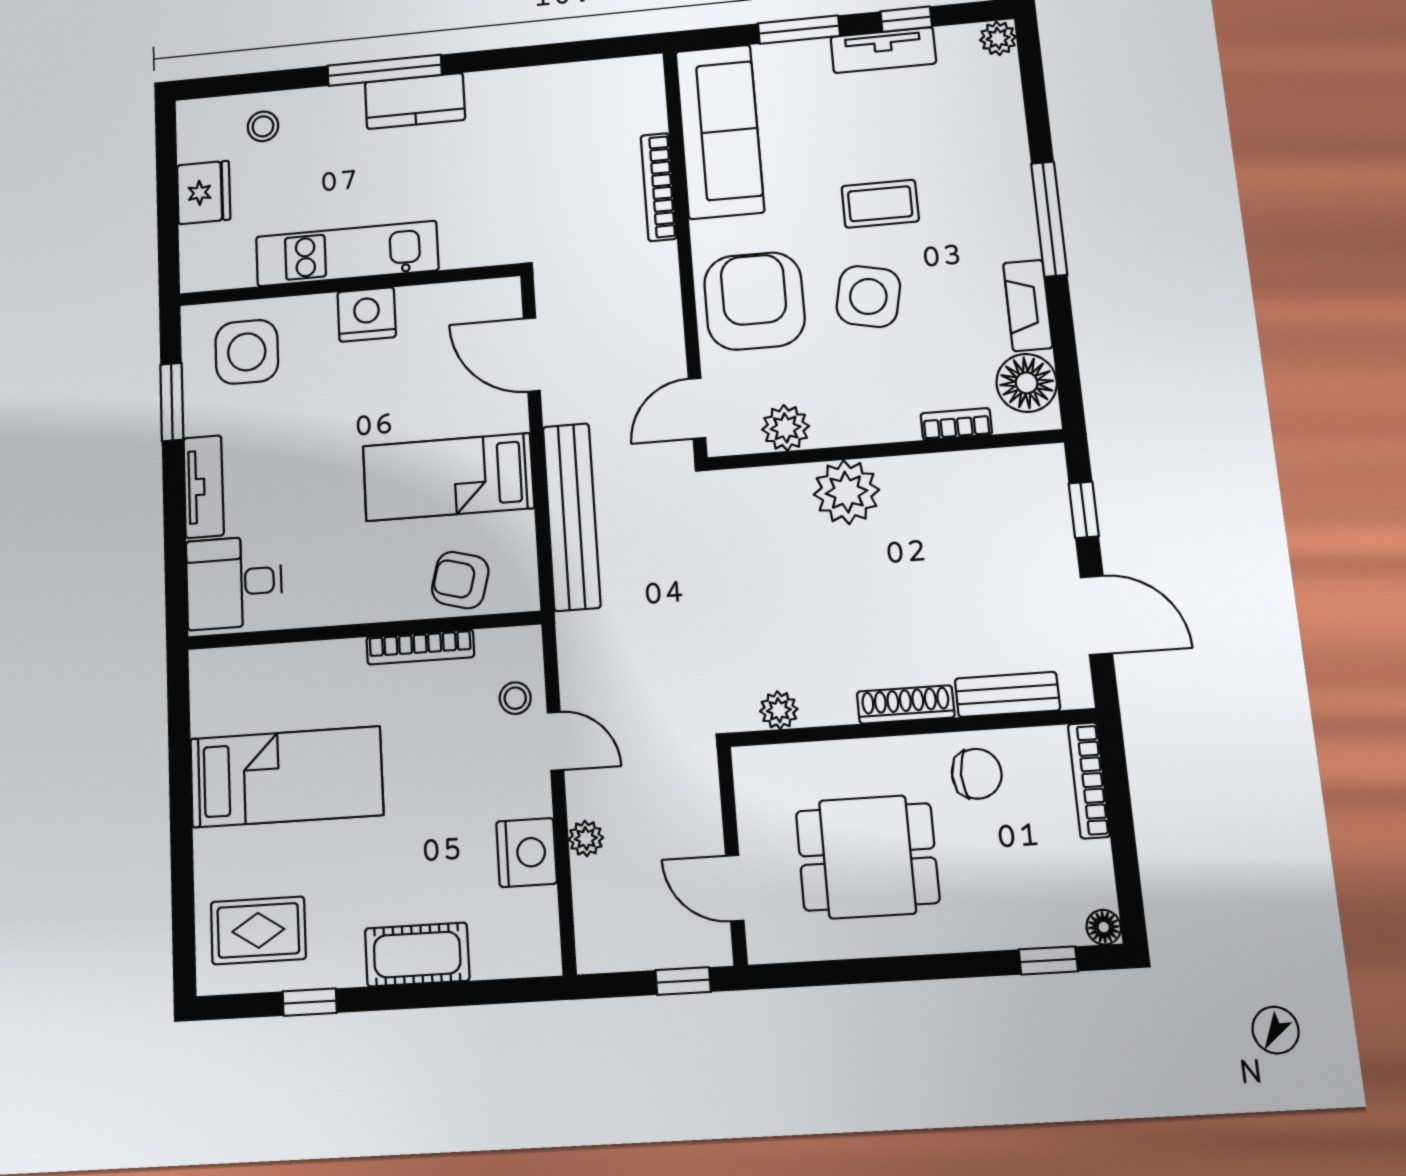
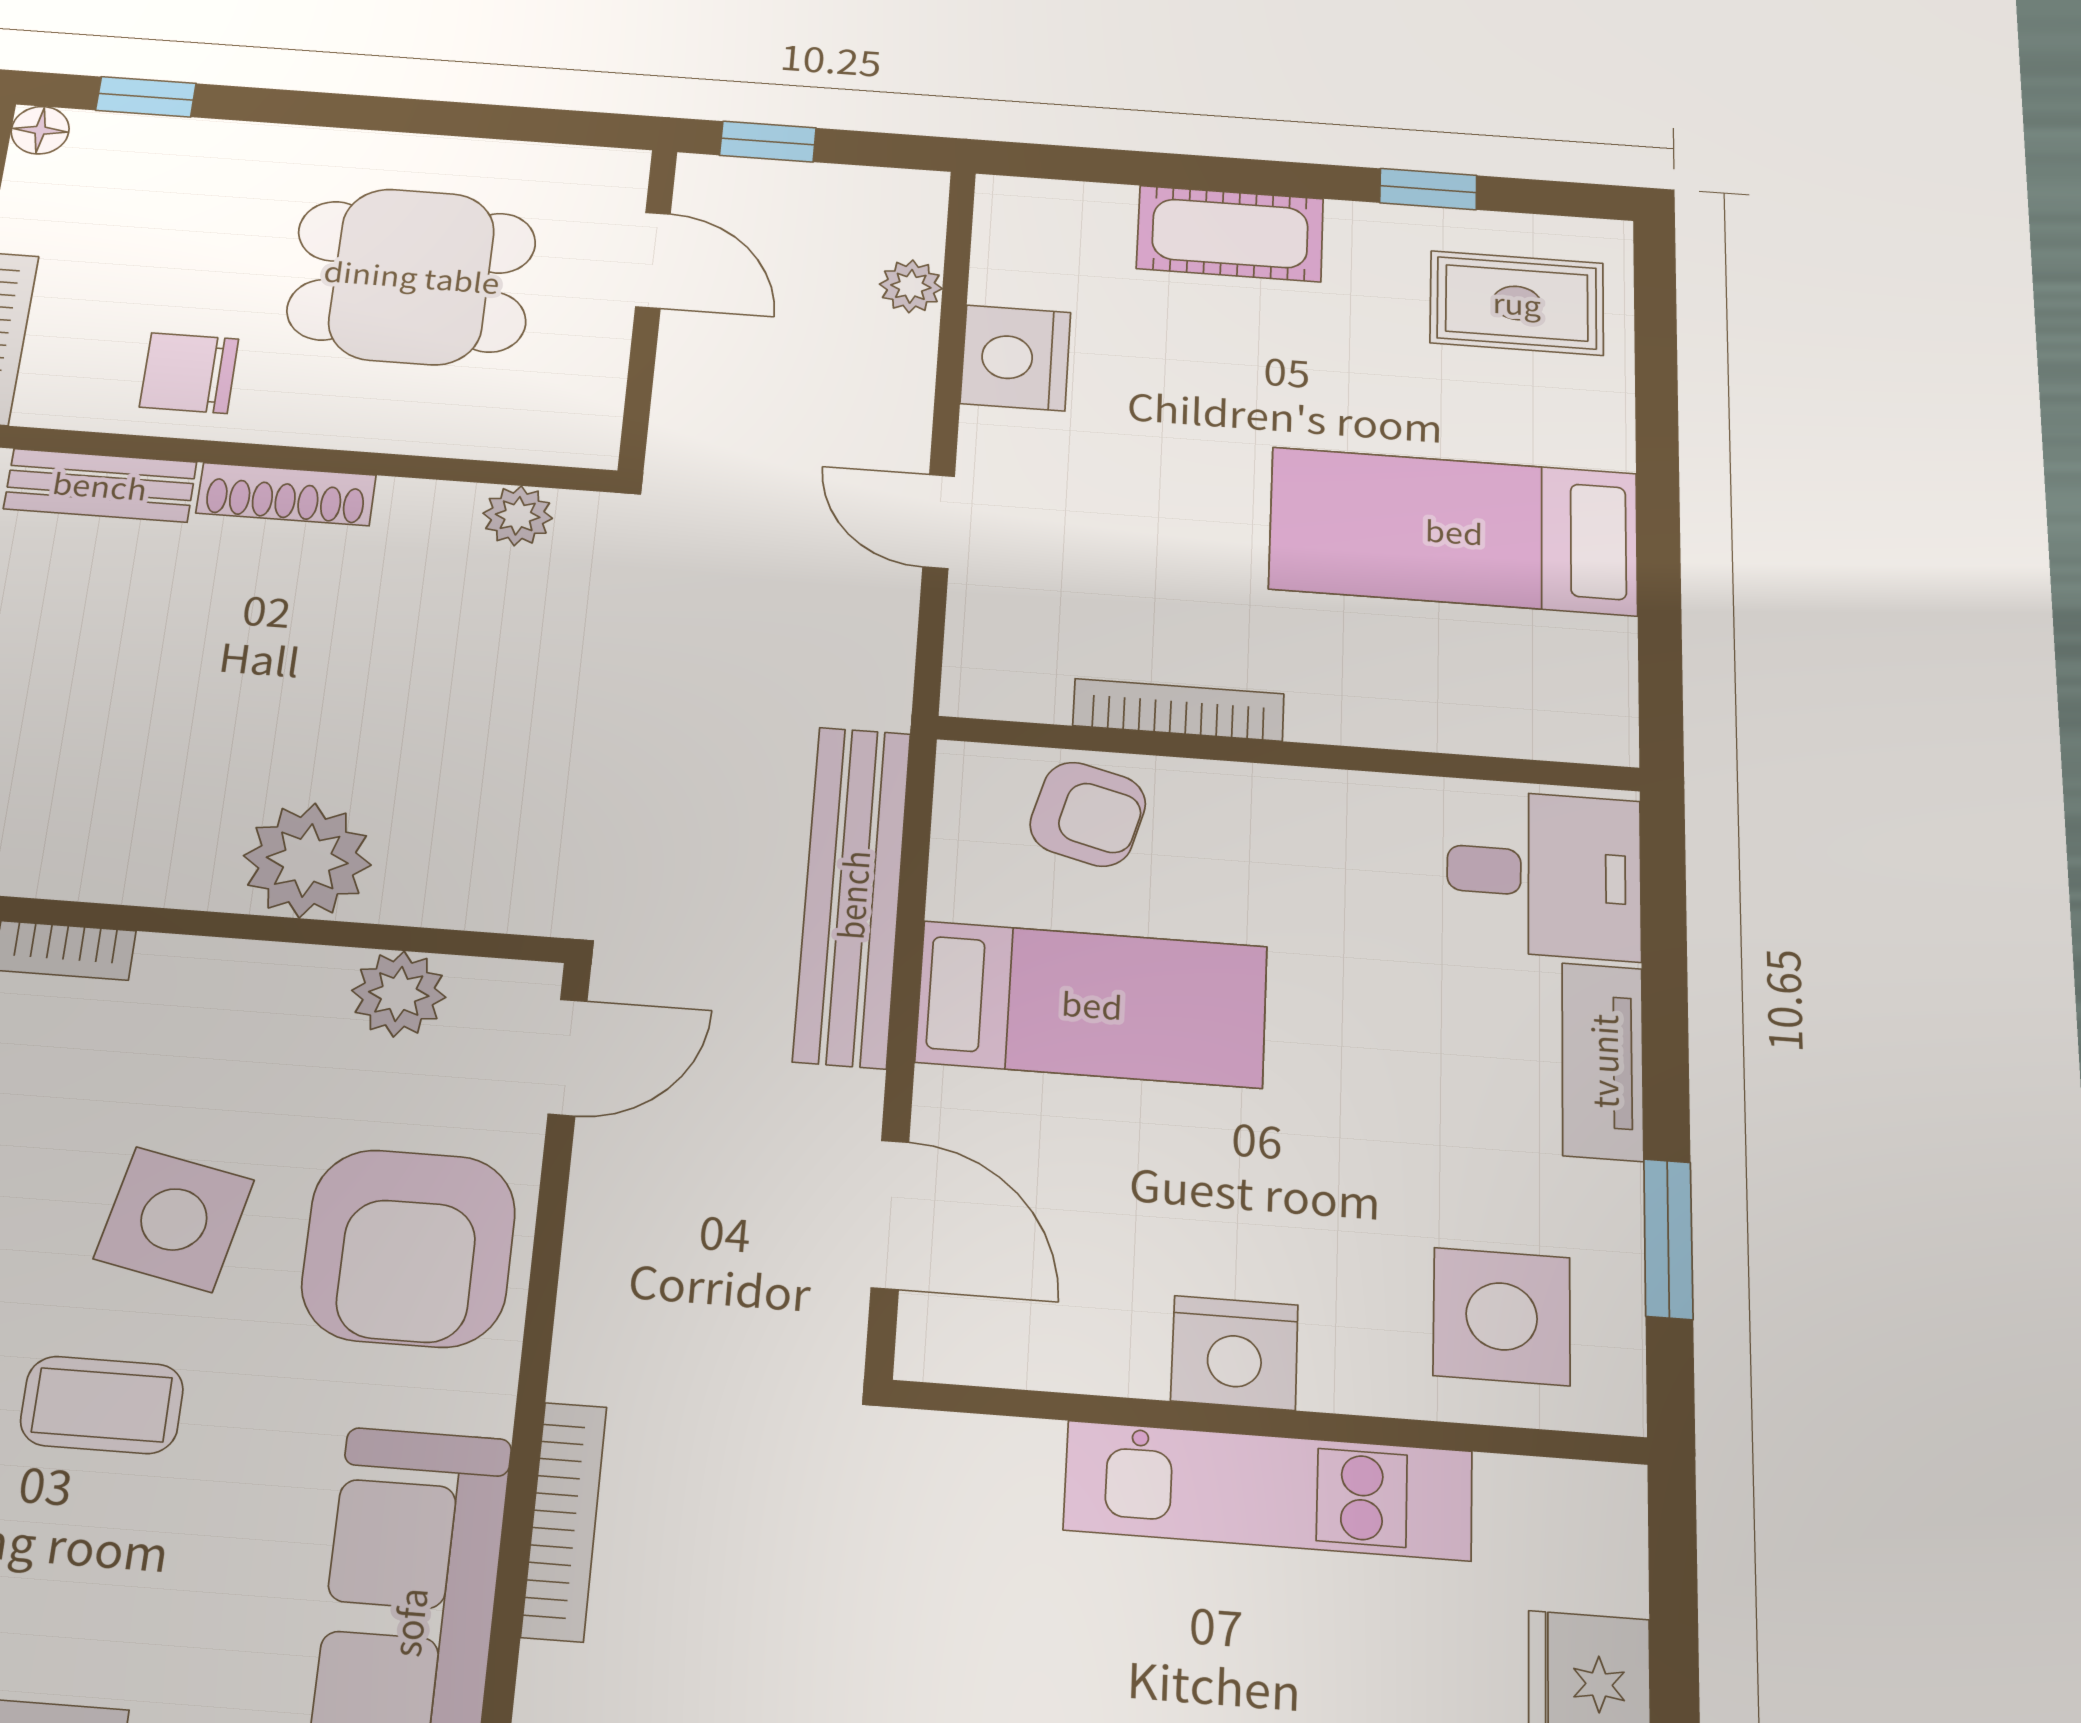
stool: (515, 698) -> (1005, 600), removed
plant: (586, 838) -> (911, 286), moved

